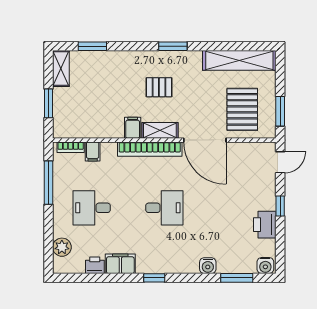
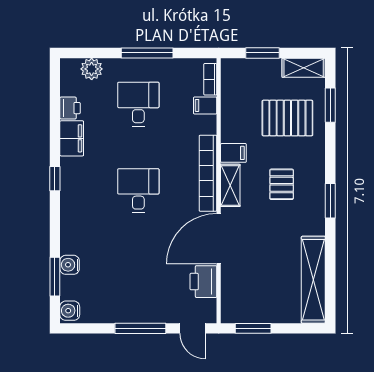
pallet: (242, 109) -> (287, 118), moved
window: (48, 183) -> (147, 53), moved
window: (280, 206) -> (140, 328), width x2.17
desk: (164, 208) -> (138, 191), turned 180
printer: (265, 225) -> (203, 282), moved, turned -90
water cooler: (208, 266) -> (70, 265), moved

